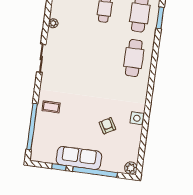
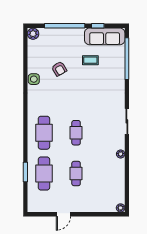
cafe table: (99, 53) -> (76, 133), added
coffee table: (51, 107) -> (90, 60), moved
sofa: (79, 158) -> (105, 36), moved

